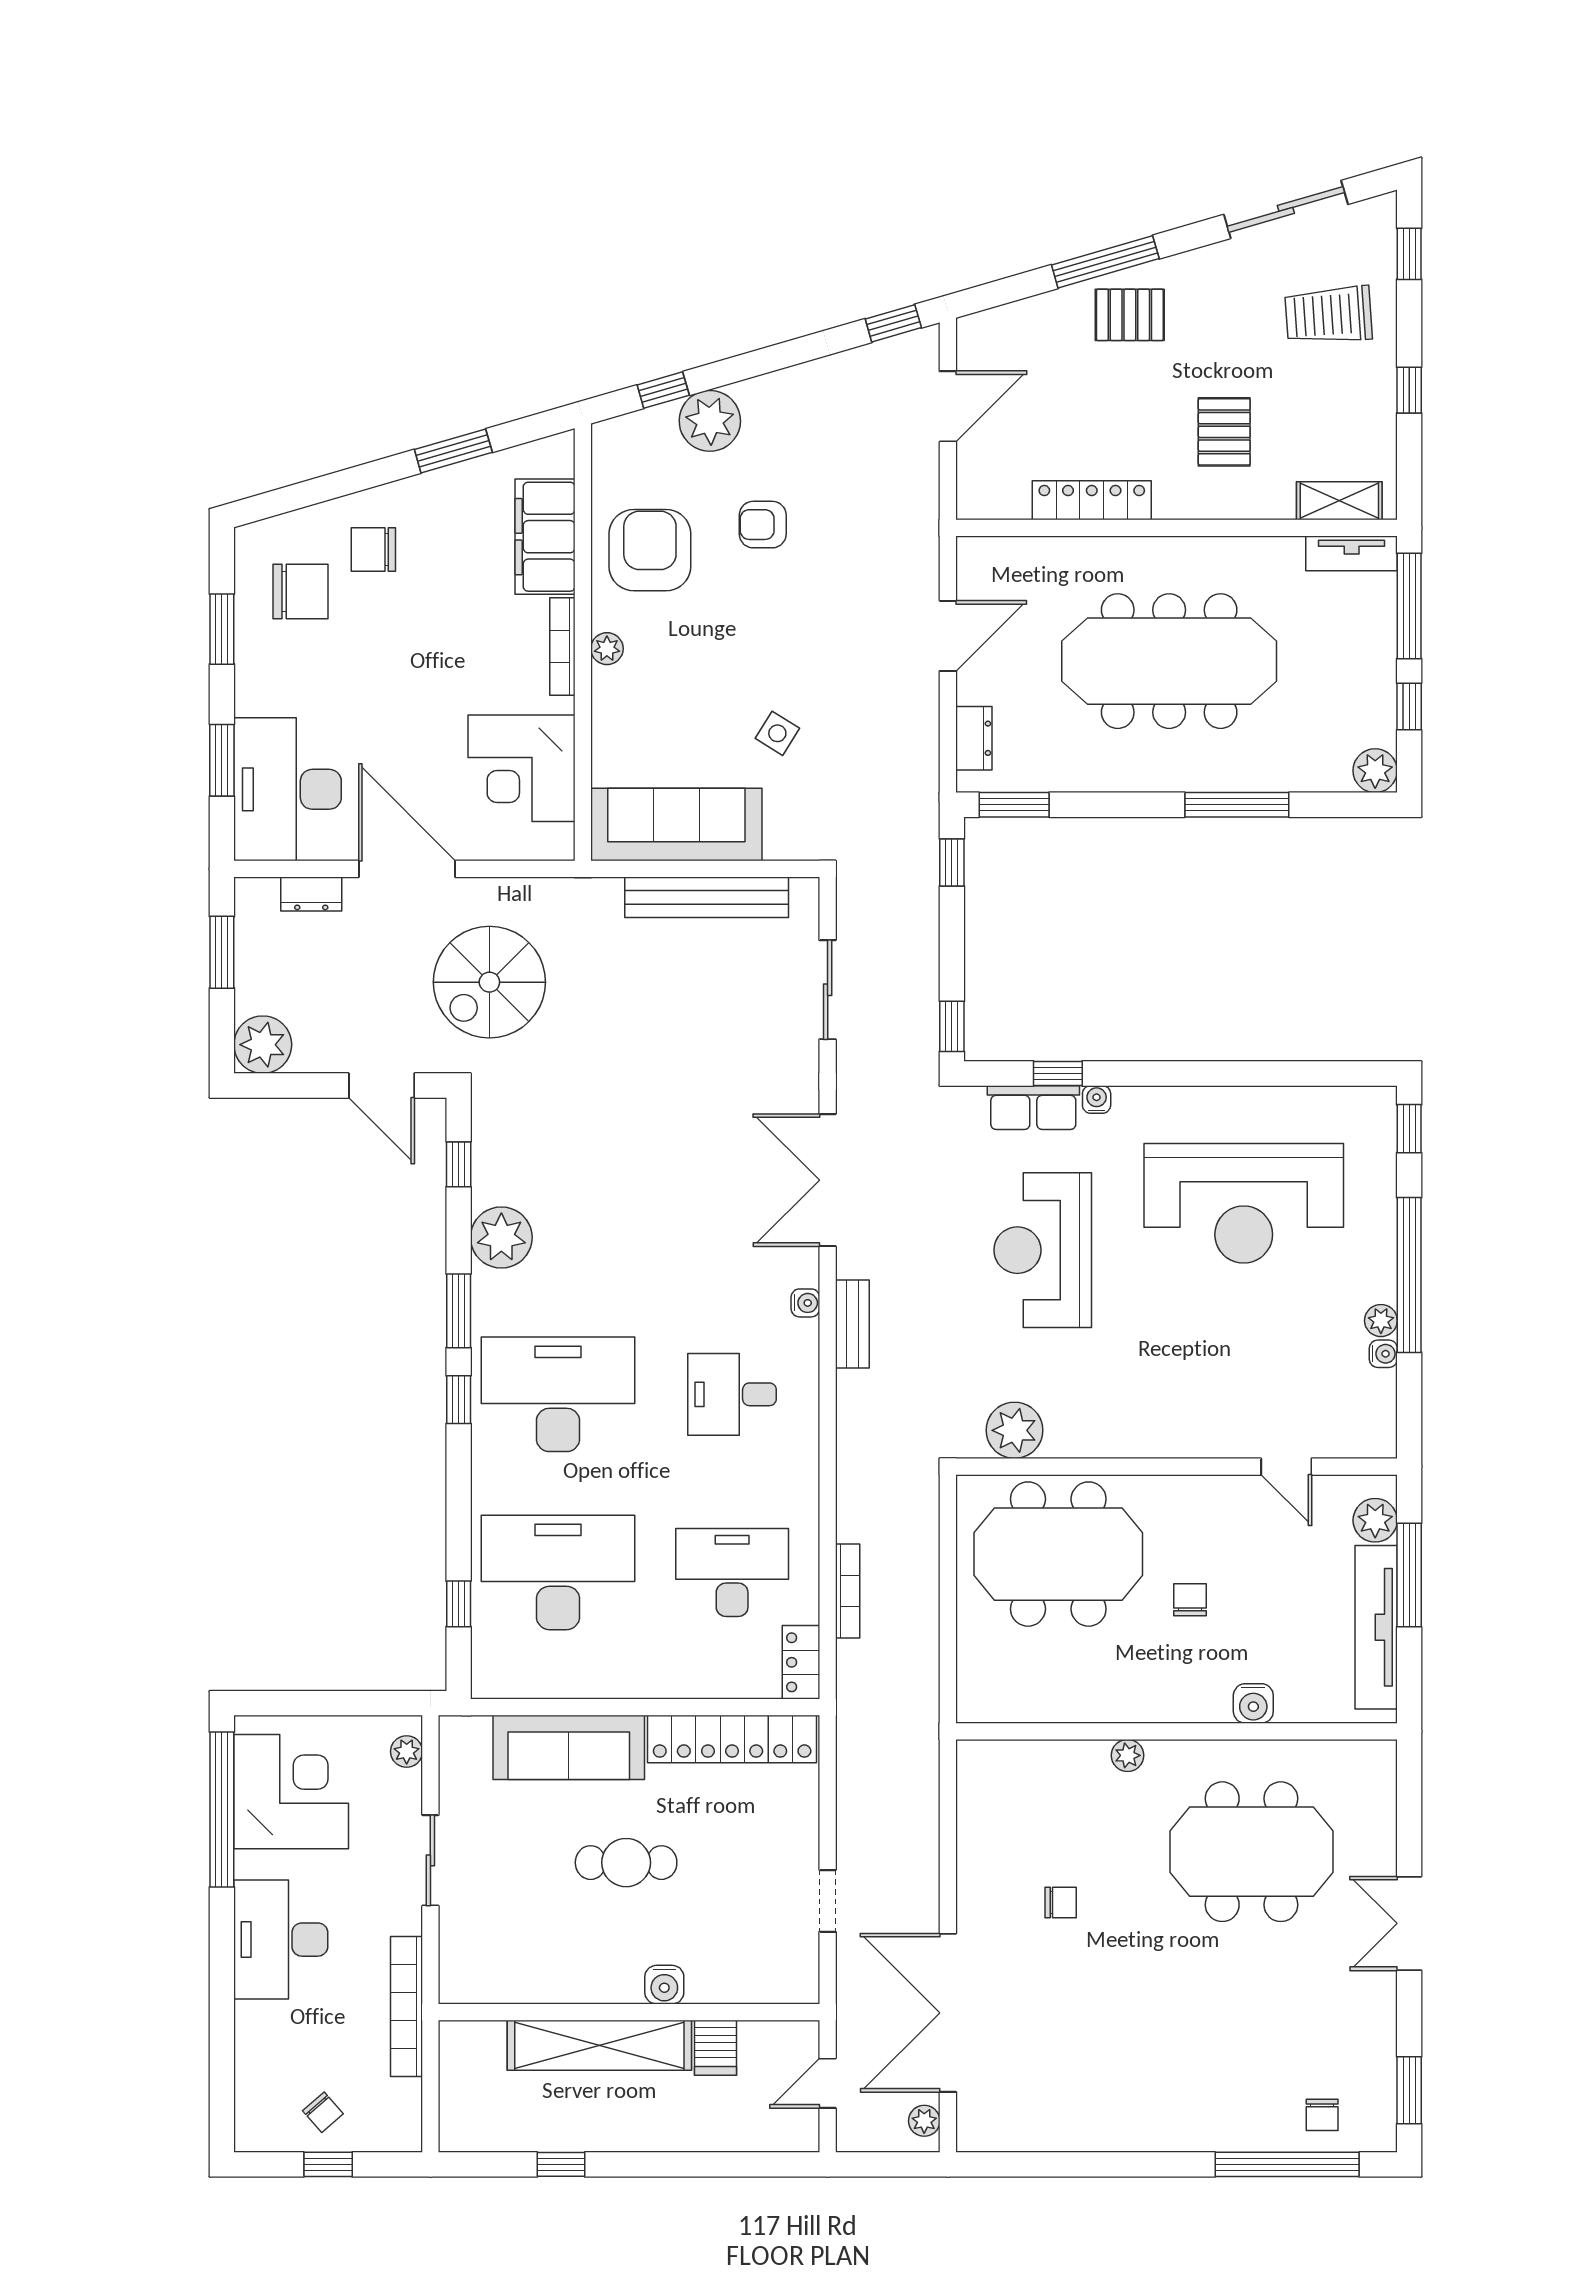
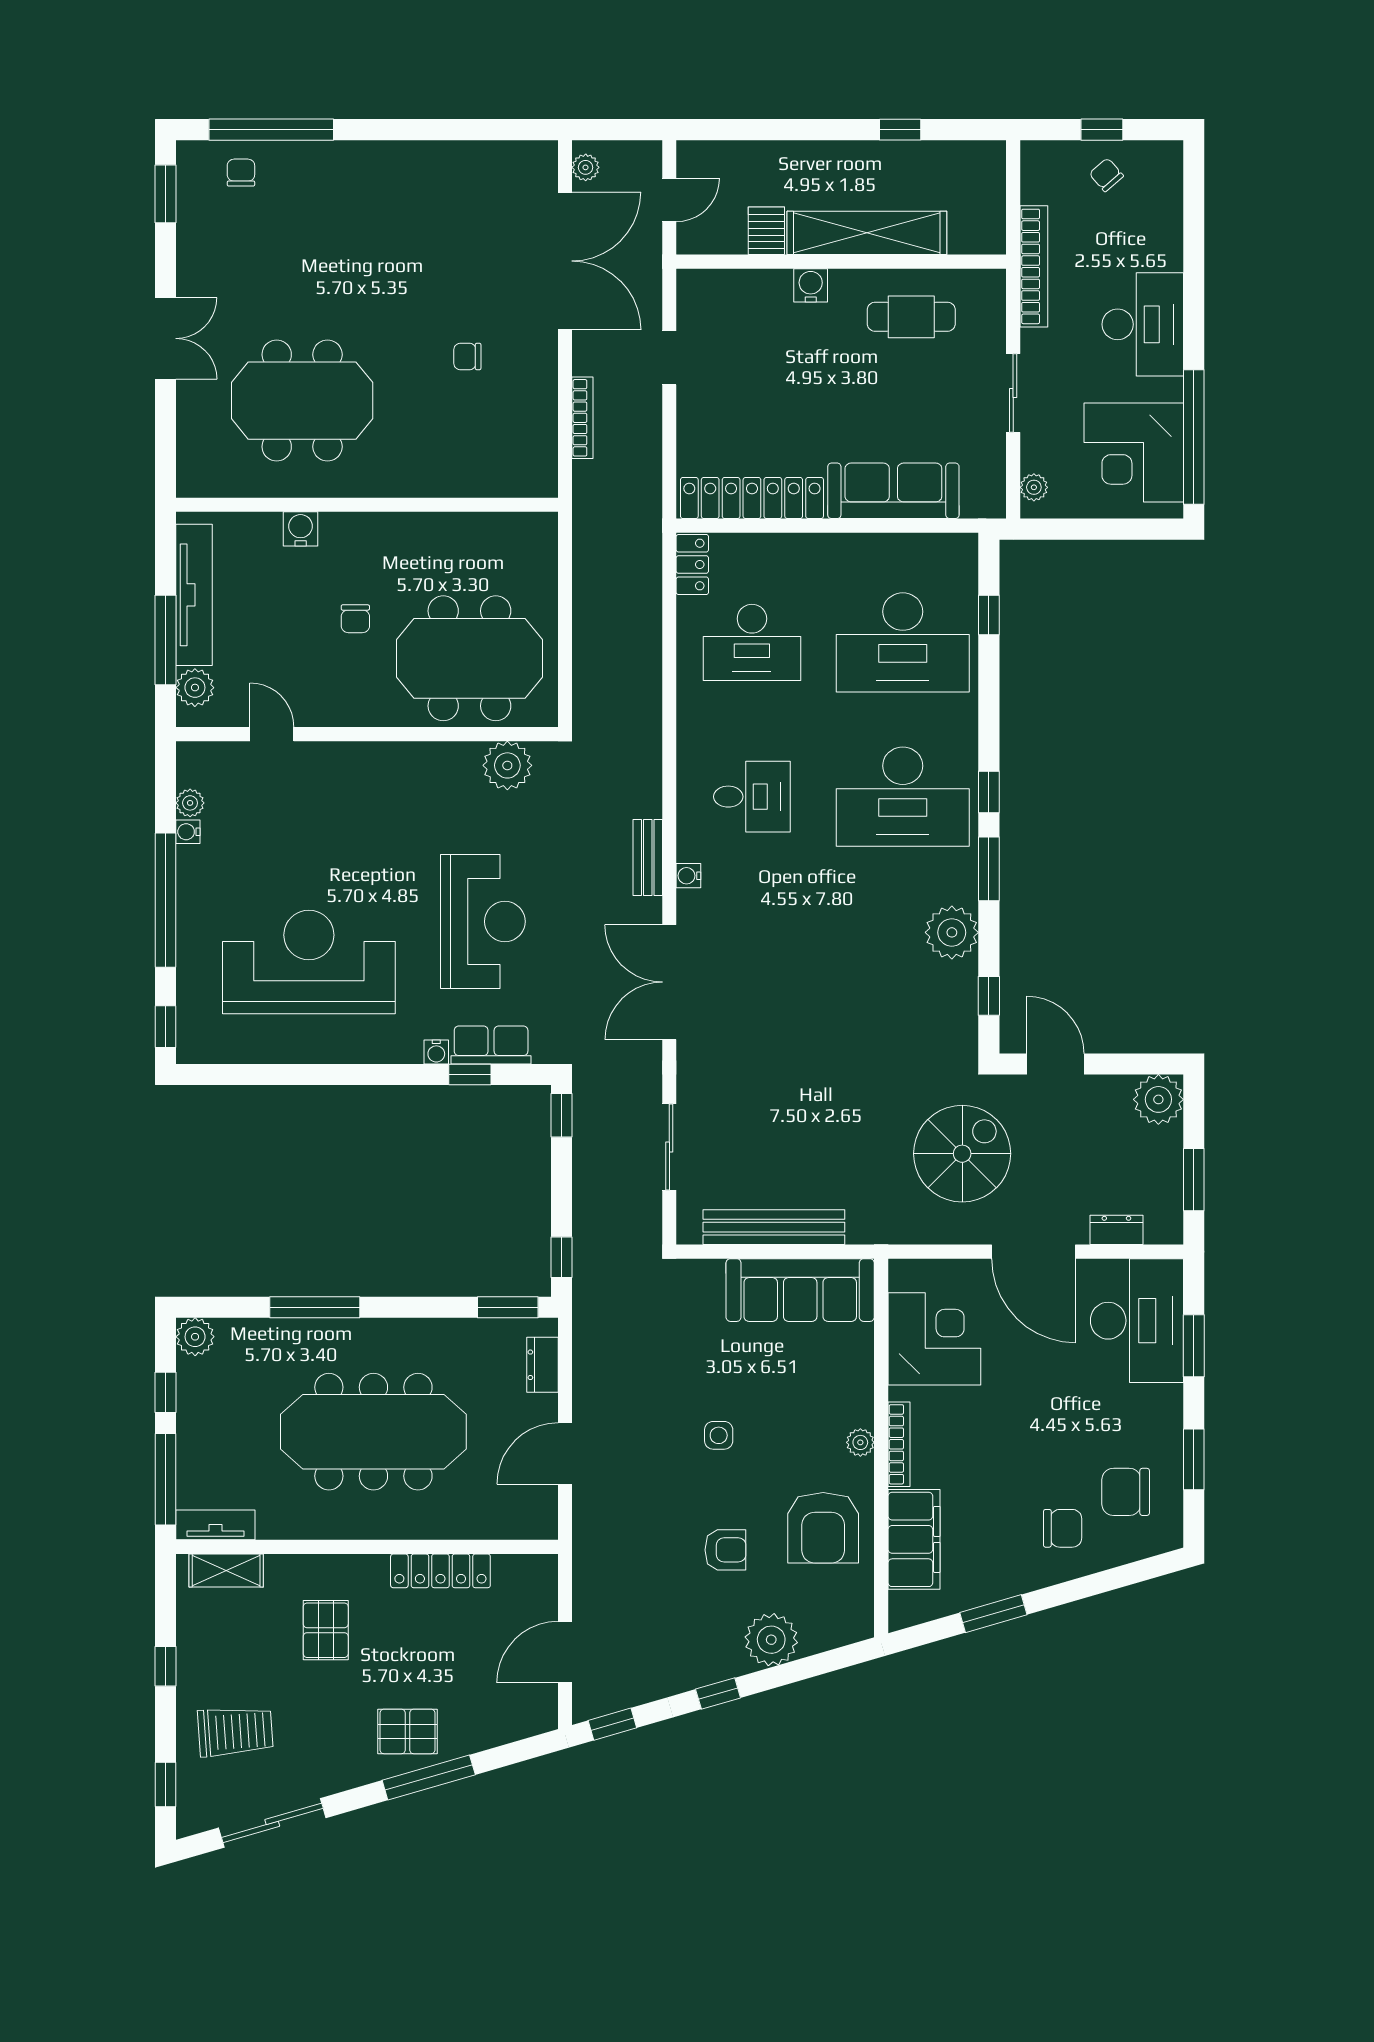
window: (663, 390) -> (718, 1693), moved
side table: (777, 733) -> (719, 1435), moved, turned -32
double door: (828, 1180) -> (669, 982), swing flipped
plant: (1381, 1321) -> (190, 803), moved
bookcase: (848, 1591) -> (582, 418), moved, turned 180
plant: (1128, 1755) -> (409, 484), removed
cafe table: (626, 1863) -> (911, 317), moved

